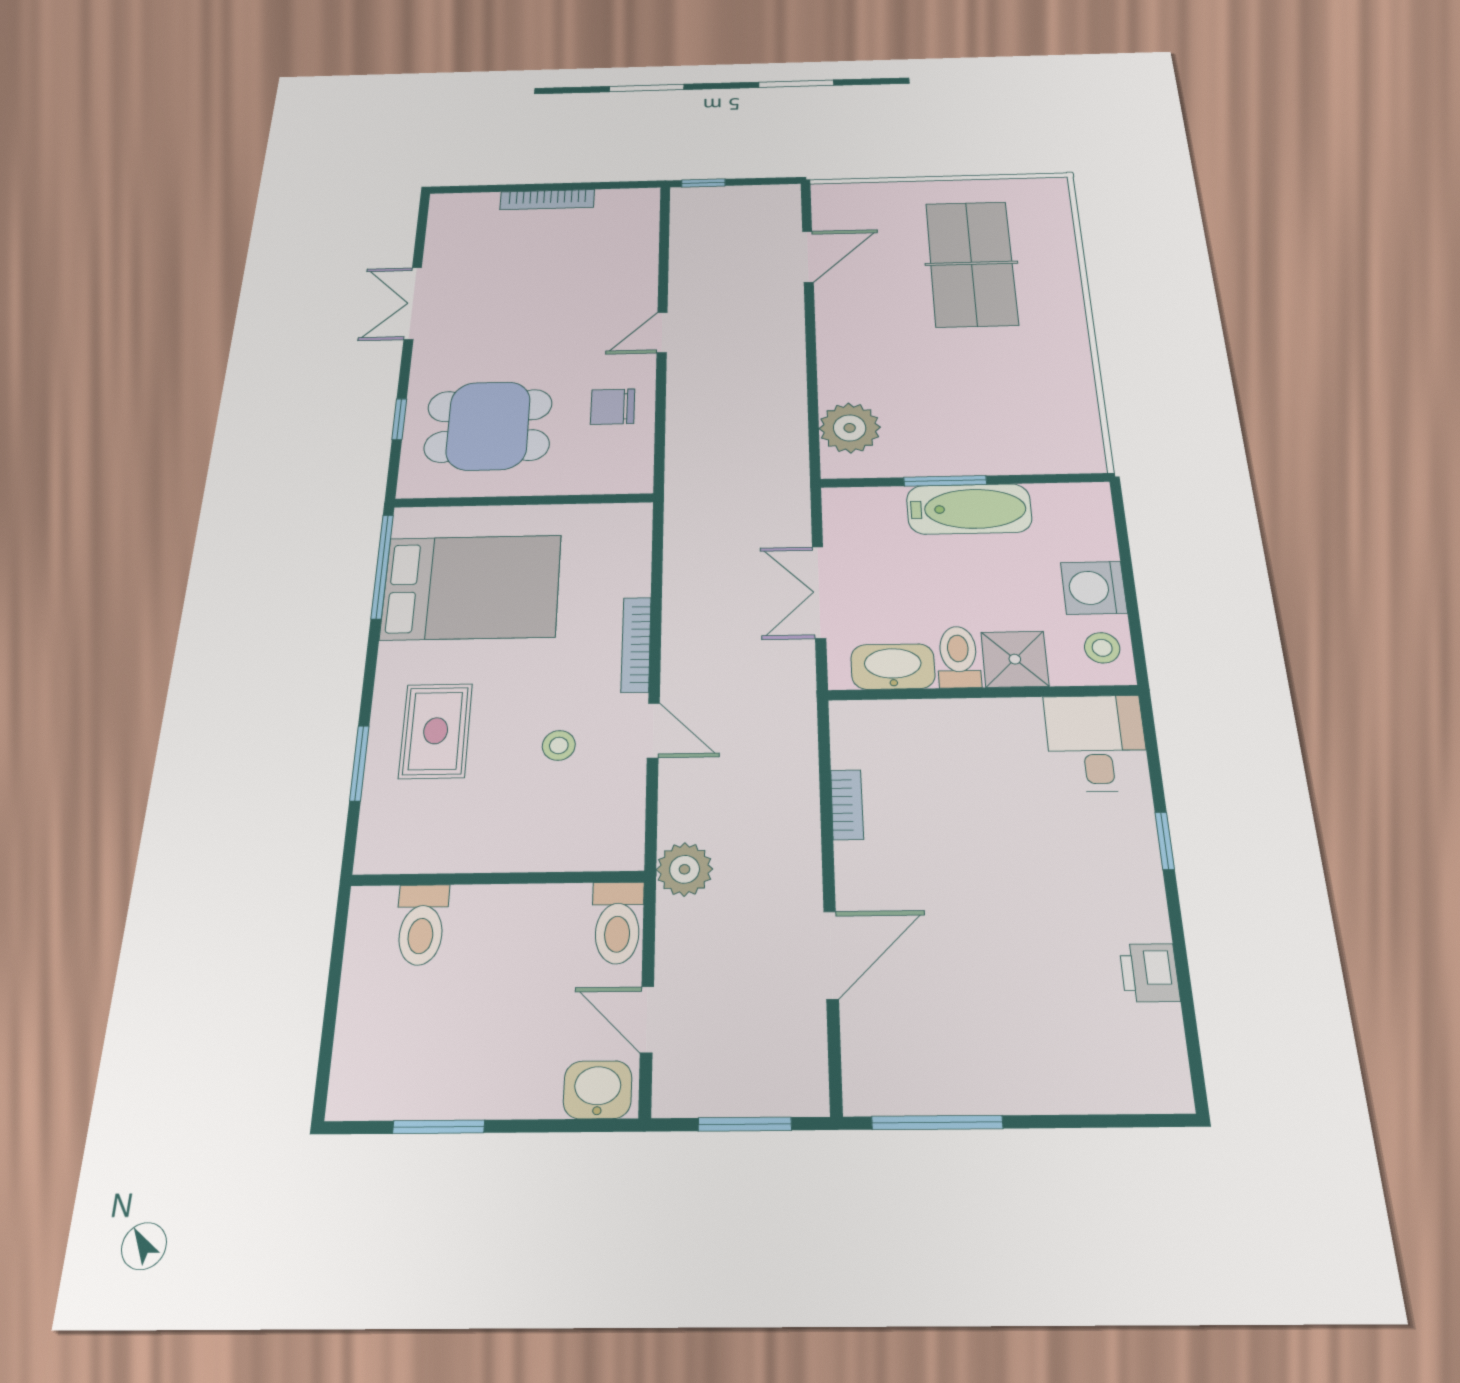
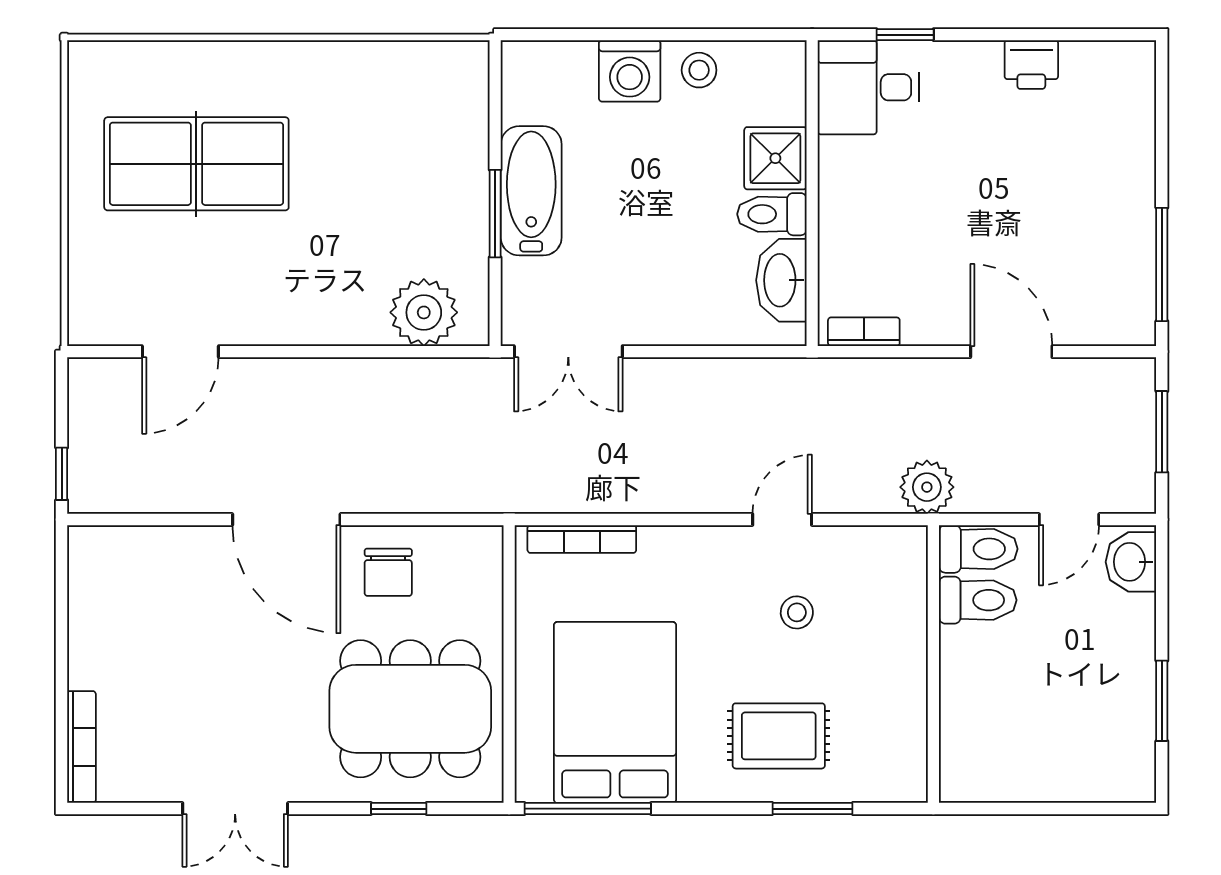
bookcase: (547, 200) -> (82, 747), moved
door: (808, 257) -> (180, 352), swing flipped
door: (662, 332) -> (286, 519), width x1.88
dining table: (488, 426) -> (410, 709), width x1.38
double door: (819, 592) -> (568, 352), moved
bookcase: (636, 644) -> (582, 539), moved
toilet: (958, 657) -> (772, 214), moved
shower: (1015, 659) -> (775, 158), moved
washbasin: (893, 667) -> (781, 280), moved
wall: (983, 693) -> (812, 193), moved
desk: (1096, 743) -> (869, 87), moved
toilet: (421, 925) -> (978, 600), moved

